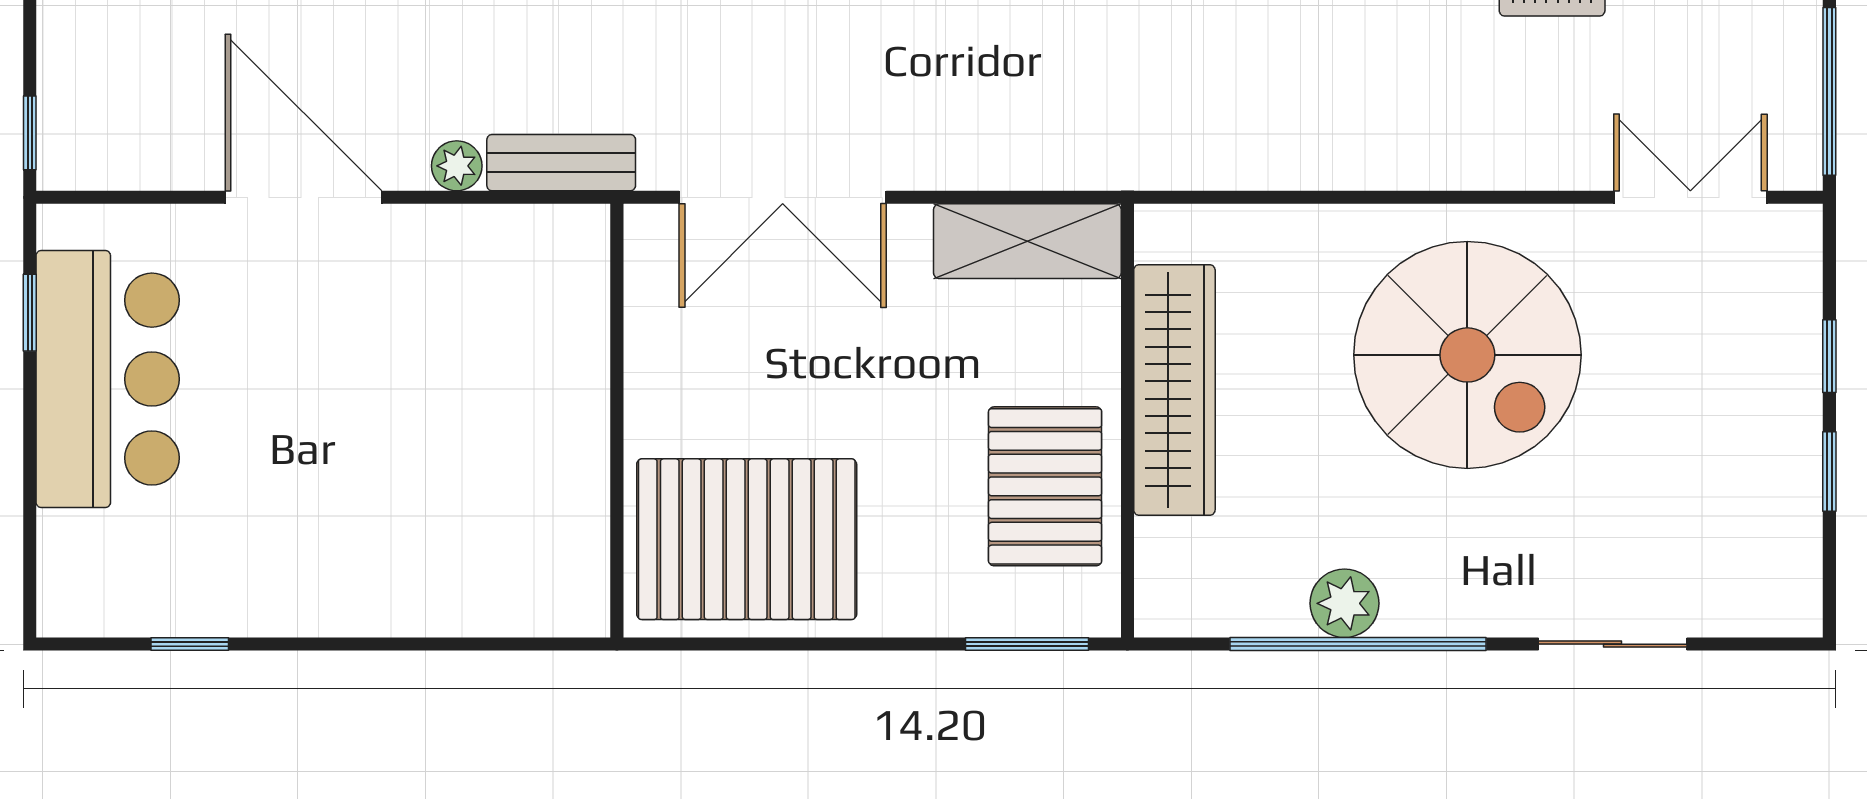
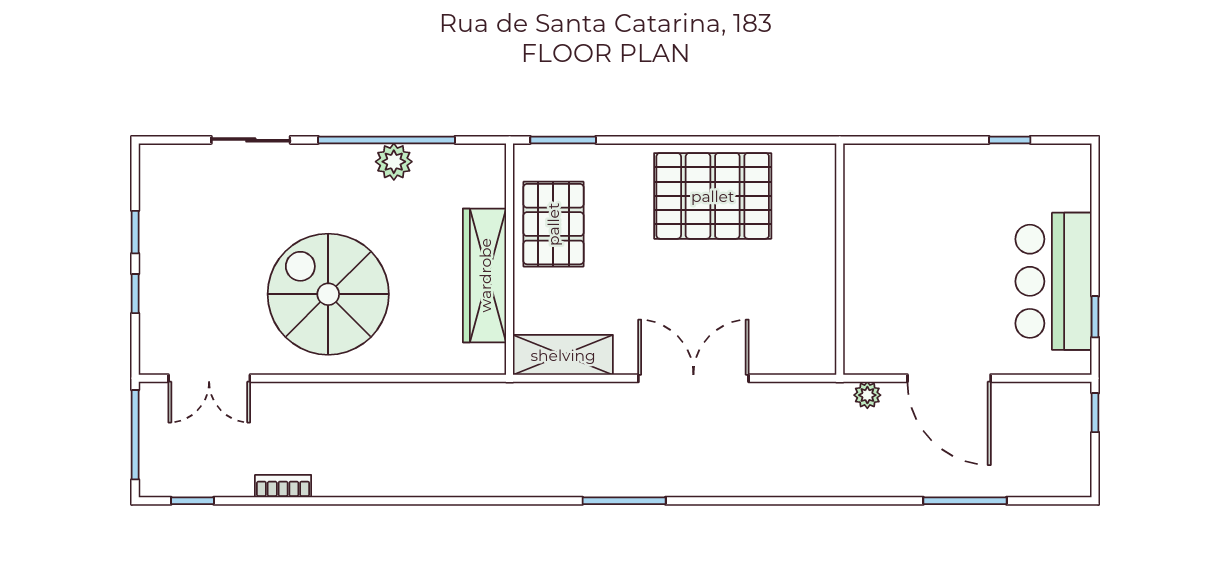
bench: (561, 163) -> (812, 397), removed
wall: (617, 421) -> (840, 259), moved

